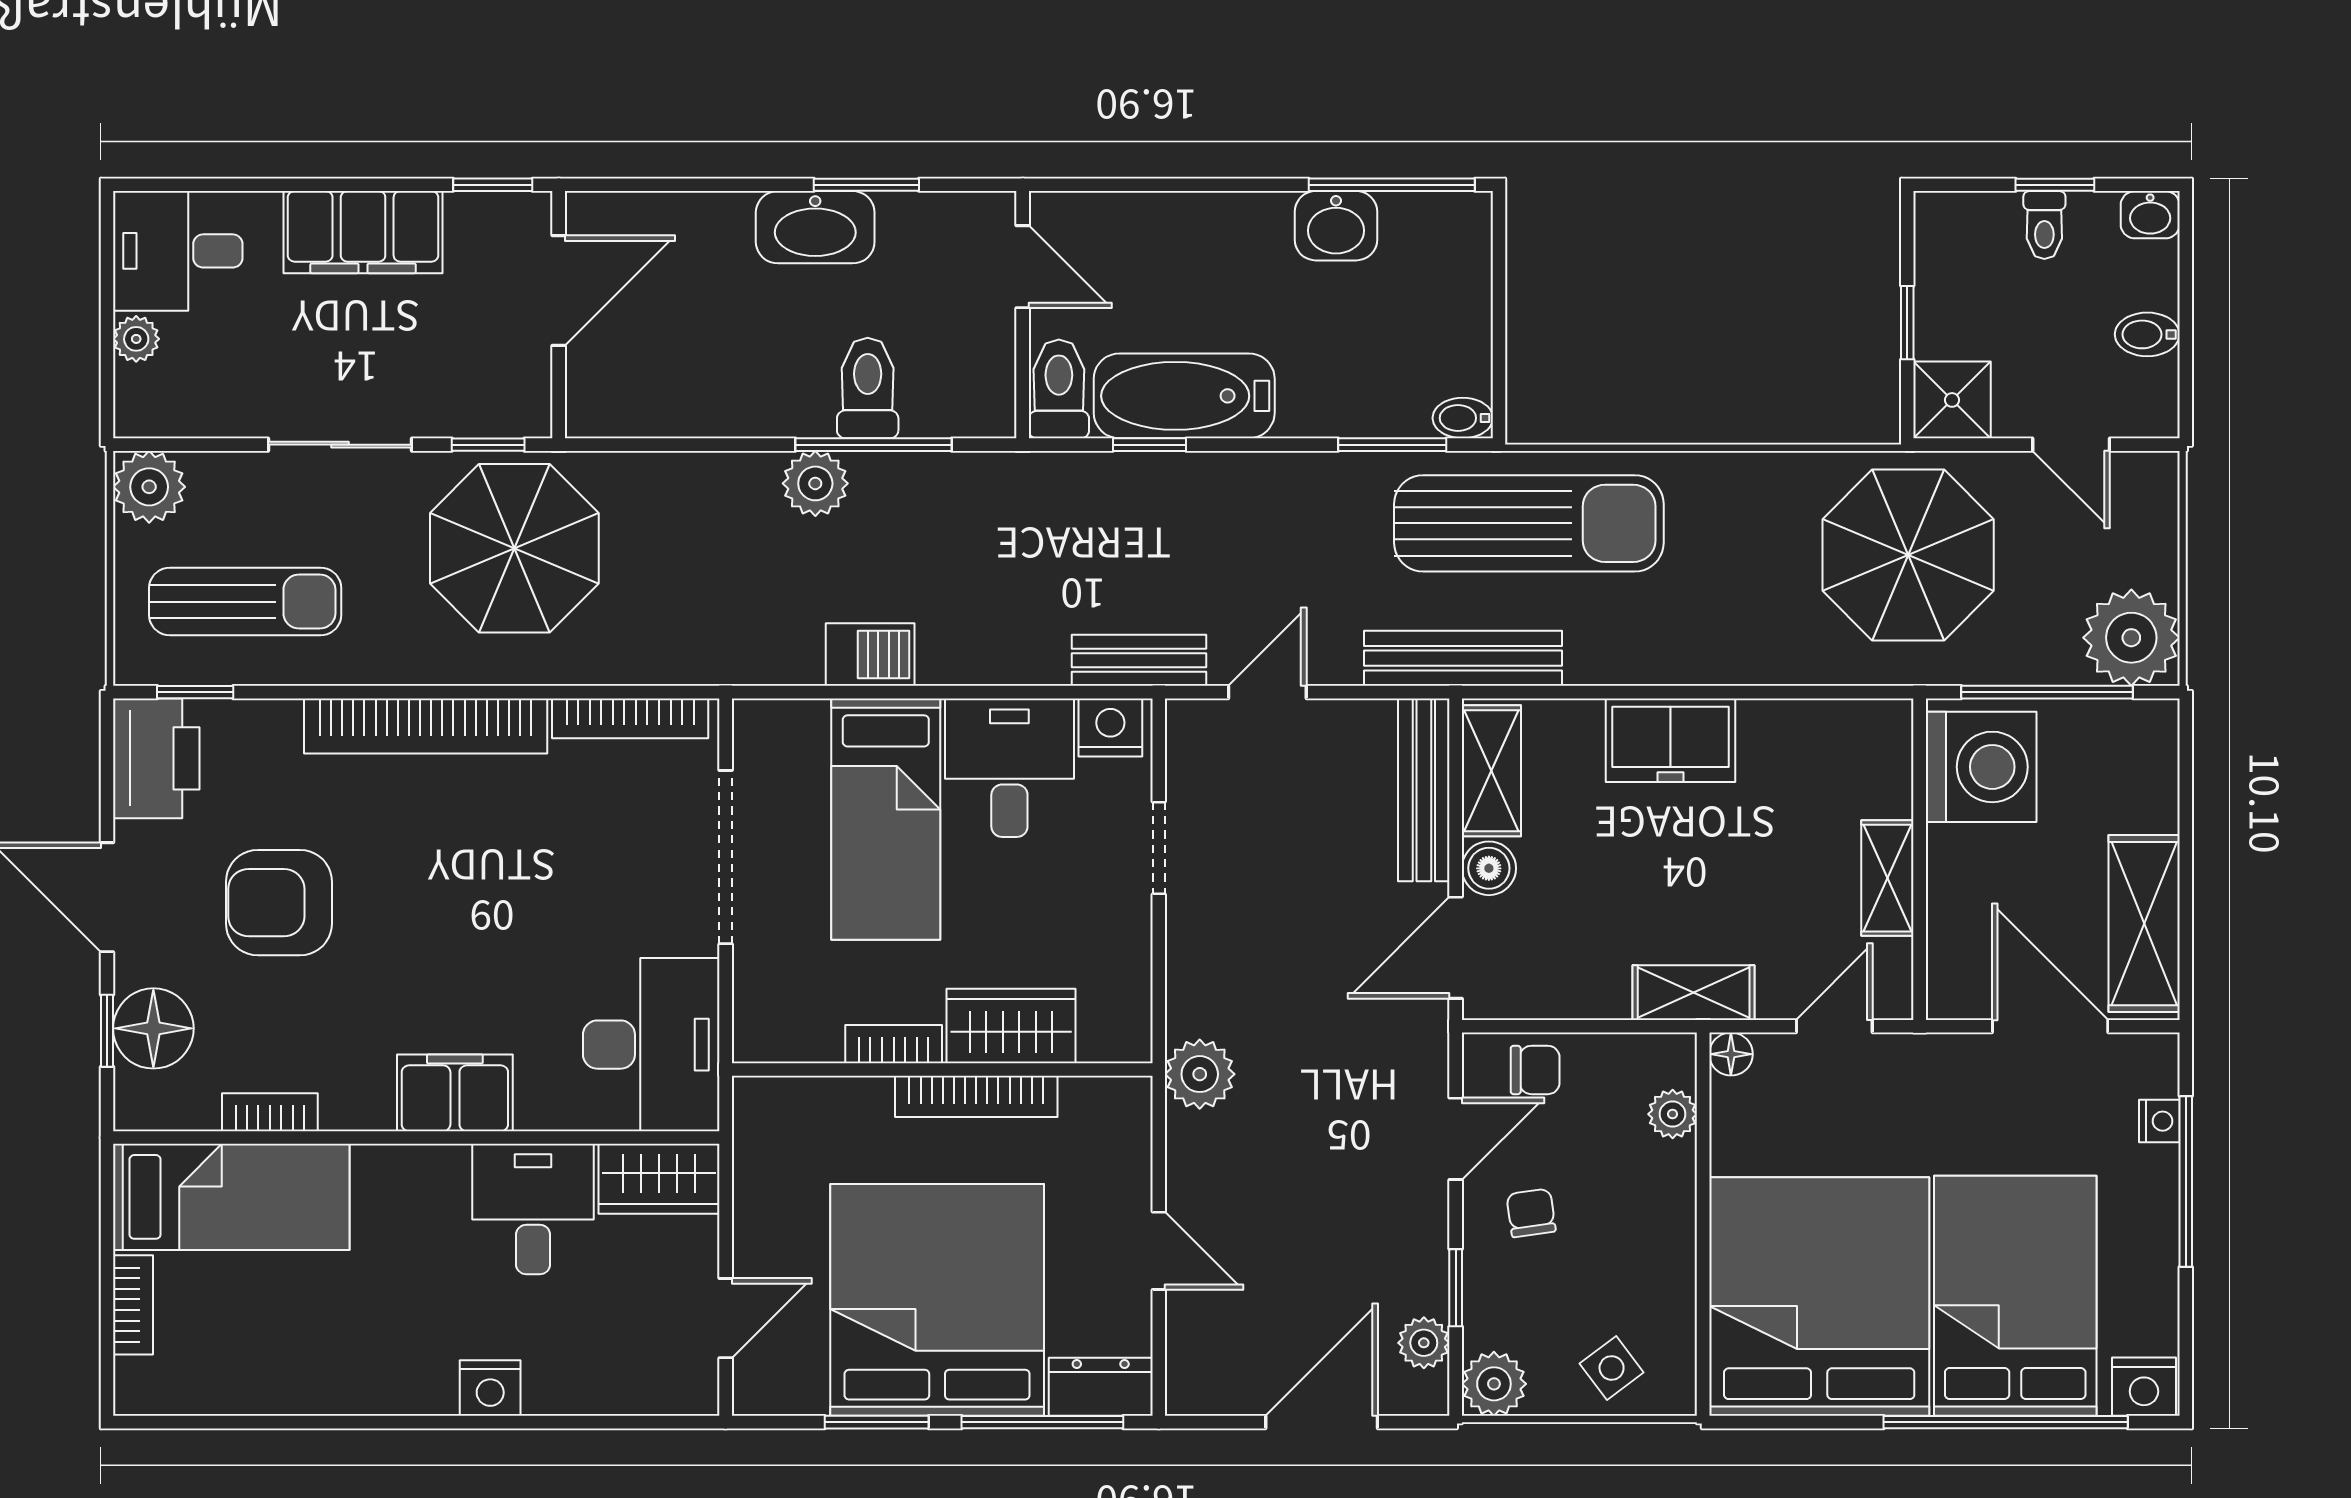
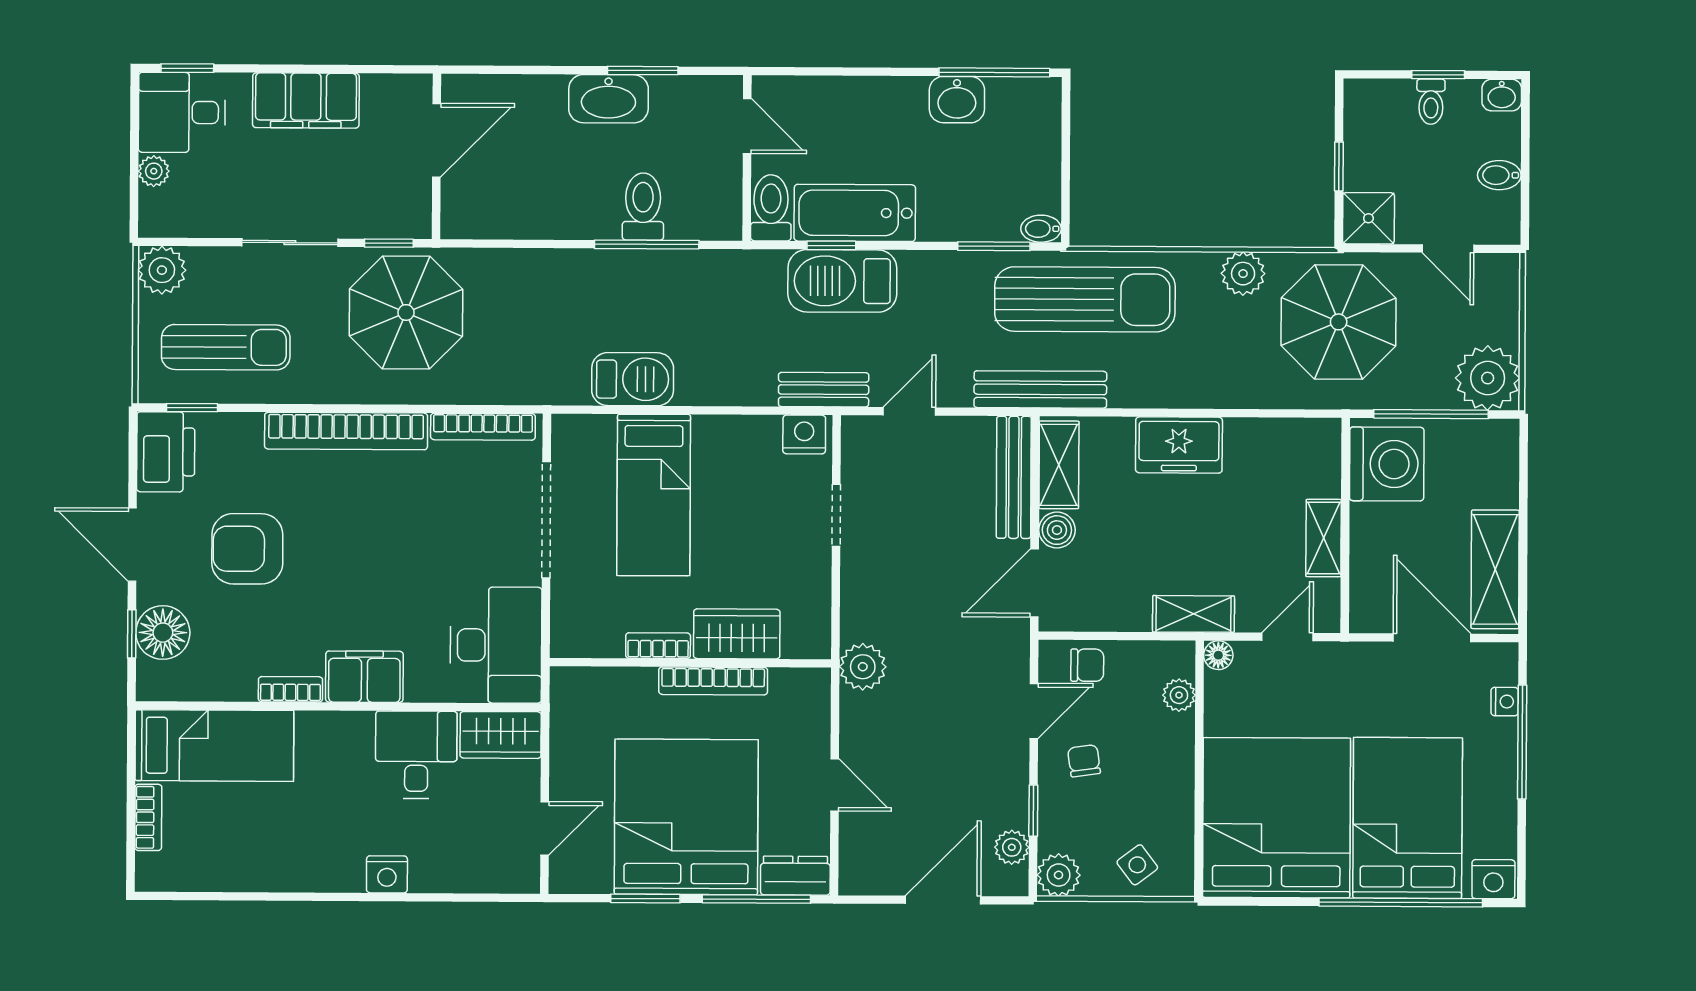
window: (493, 185) -> (187, 68), moved
plant: (815, 483) -> (1243, 274), moved
barbecue: (1166, 498) -> (842, 281), added
barbecue: (870, 654) -> (633, 379), width x1.38, depth x1.27
desk: (1009, 768) -> (737, 461), removed
bookcase: (270, 1112) -> (290, 689), moved

